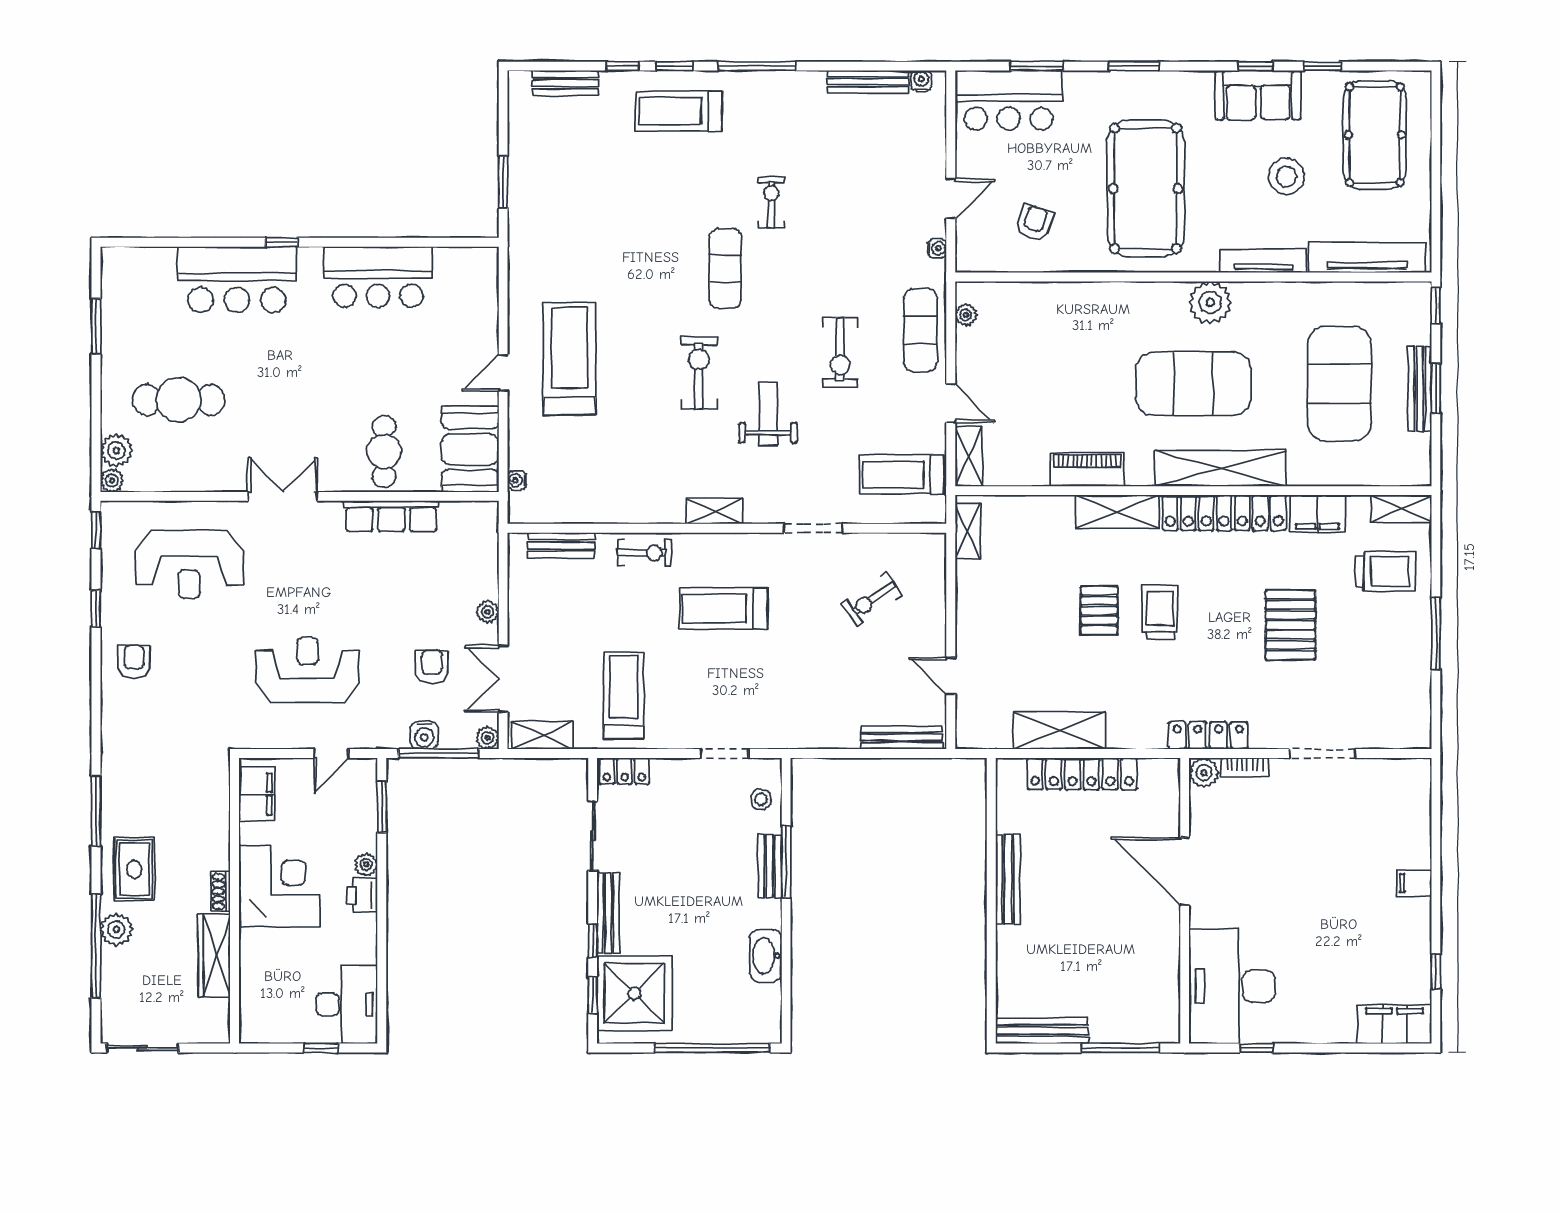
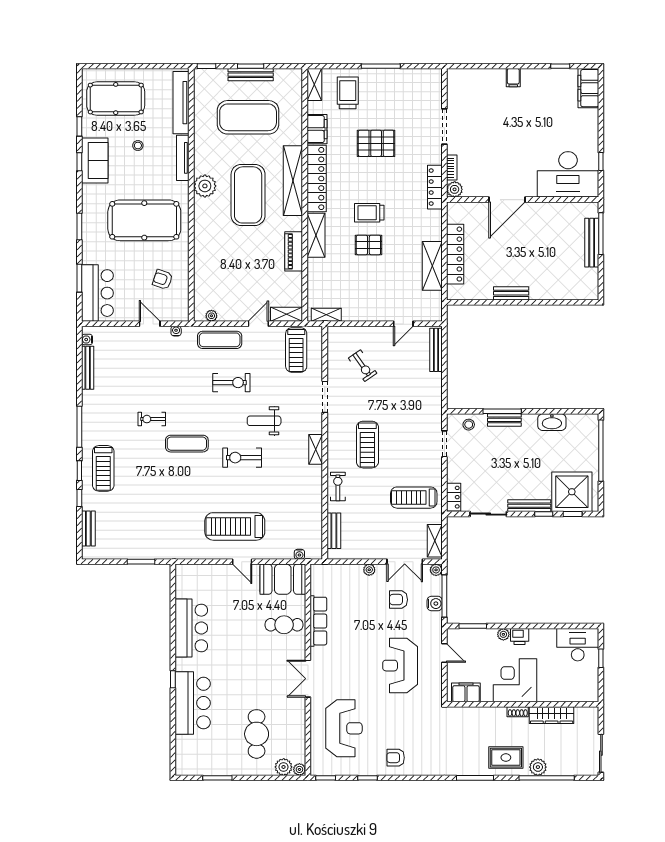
stool: (1286, 176) -> (138, 146), width x0.53, depth x0.53
bench: (1008, 879) -> (511, 293), width x0.73
bench: (1042, 1031) -> (592, 243), moved

